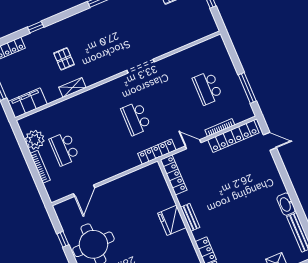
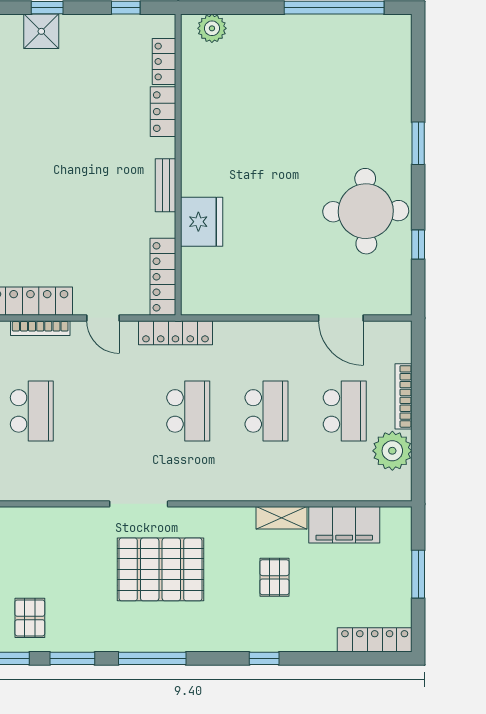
window: (36, 27) -> (264, 658), moved
pallet: (118, 40) -> (160, 569), added
filing cabinet: (28, 103) -> (344, 525), moved
school desk: (100, 134) -> (266, 411), added
door: (84, 191) -> (341, 318), swing flipped
fridge: (172, 220) -> (202, 222), moved

